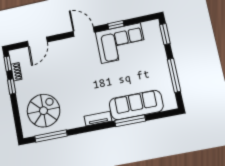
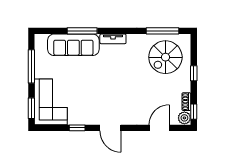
corner sofa: (121, 43) -> (51, 102), moved, turned 90
plant: (15, 56) -> (184, 118), added
window: (12, 86) -> (194, 73), moved

